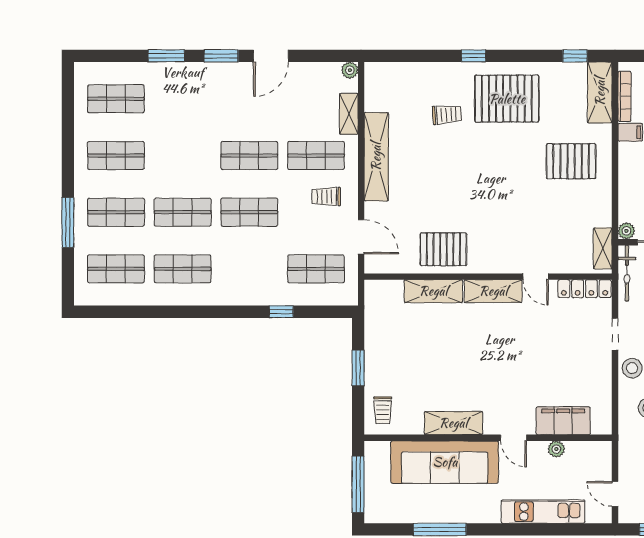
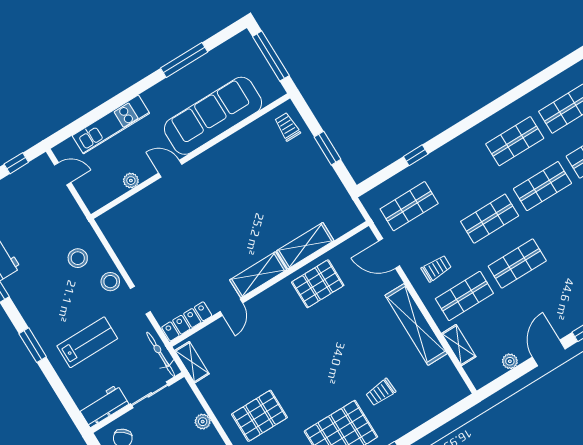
plant: (350, 70) -> (510, 361), moved
plant: (626, 231) -> (203, 422), moved
door: (536, 277) -> (231, 307), swing flipped
filing cabinet: (563, 421) -> (139, 206), removed
shelving: (453, 423) -> (225, 151), removed

